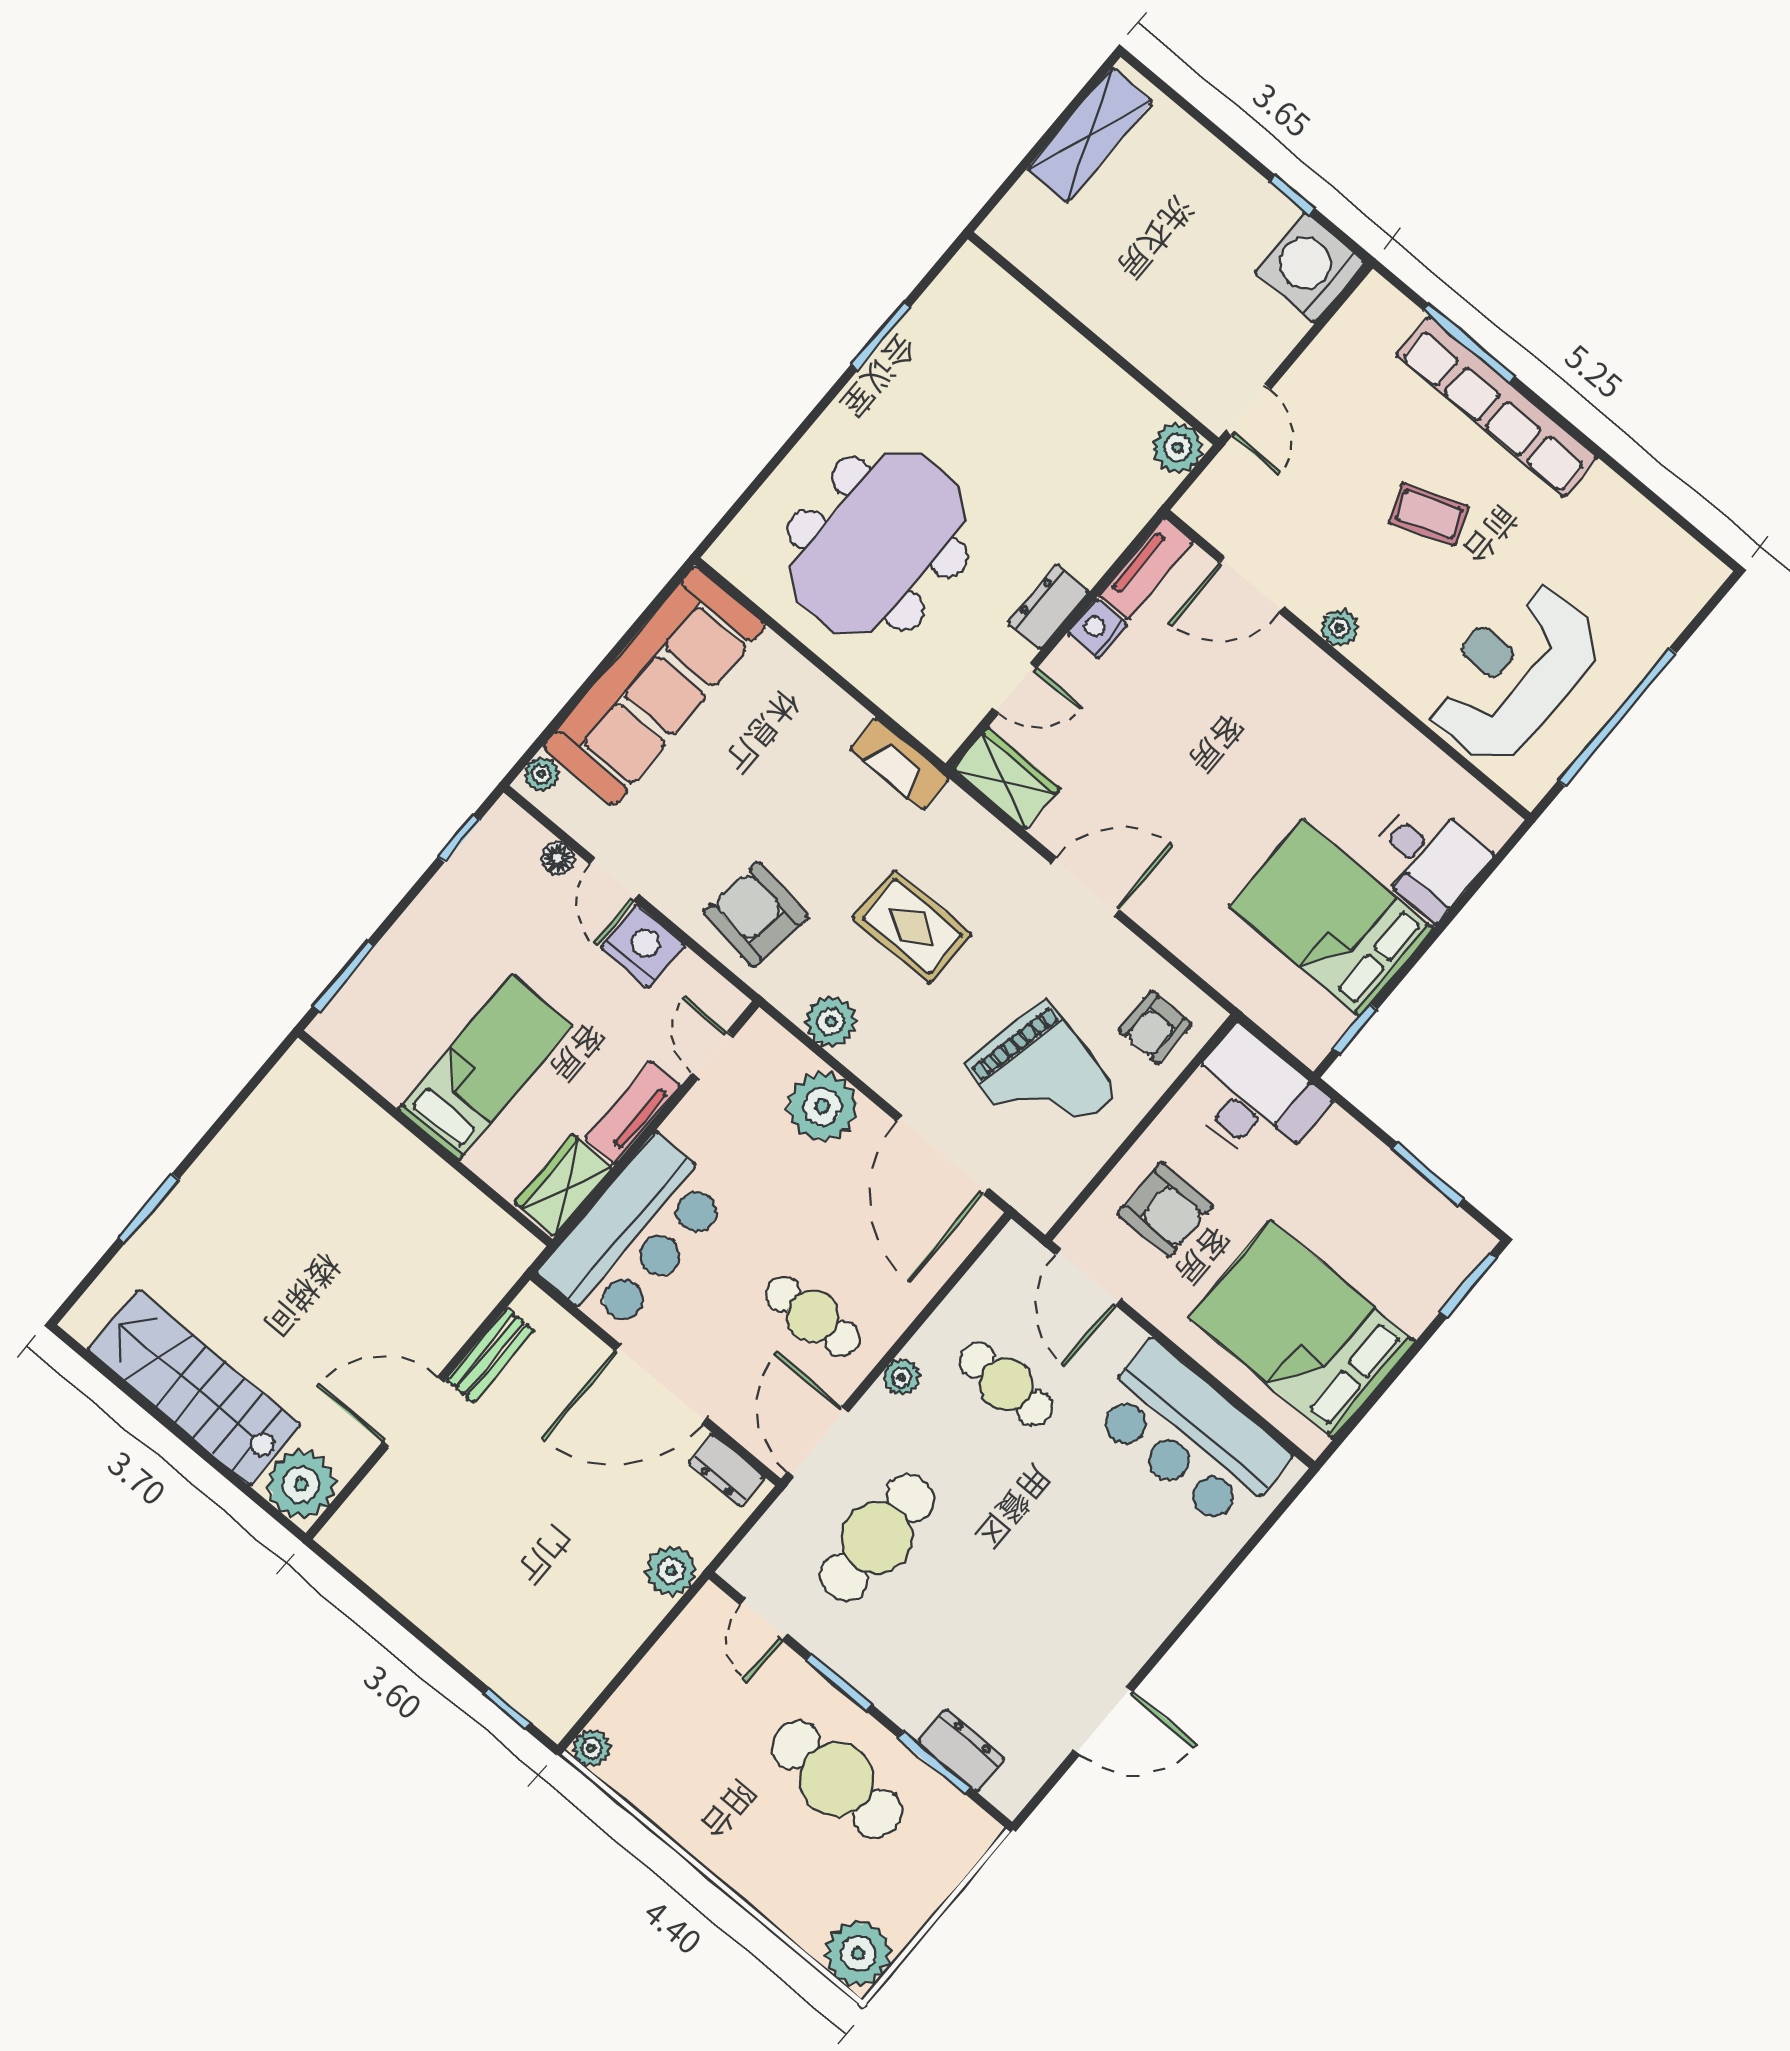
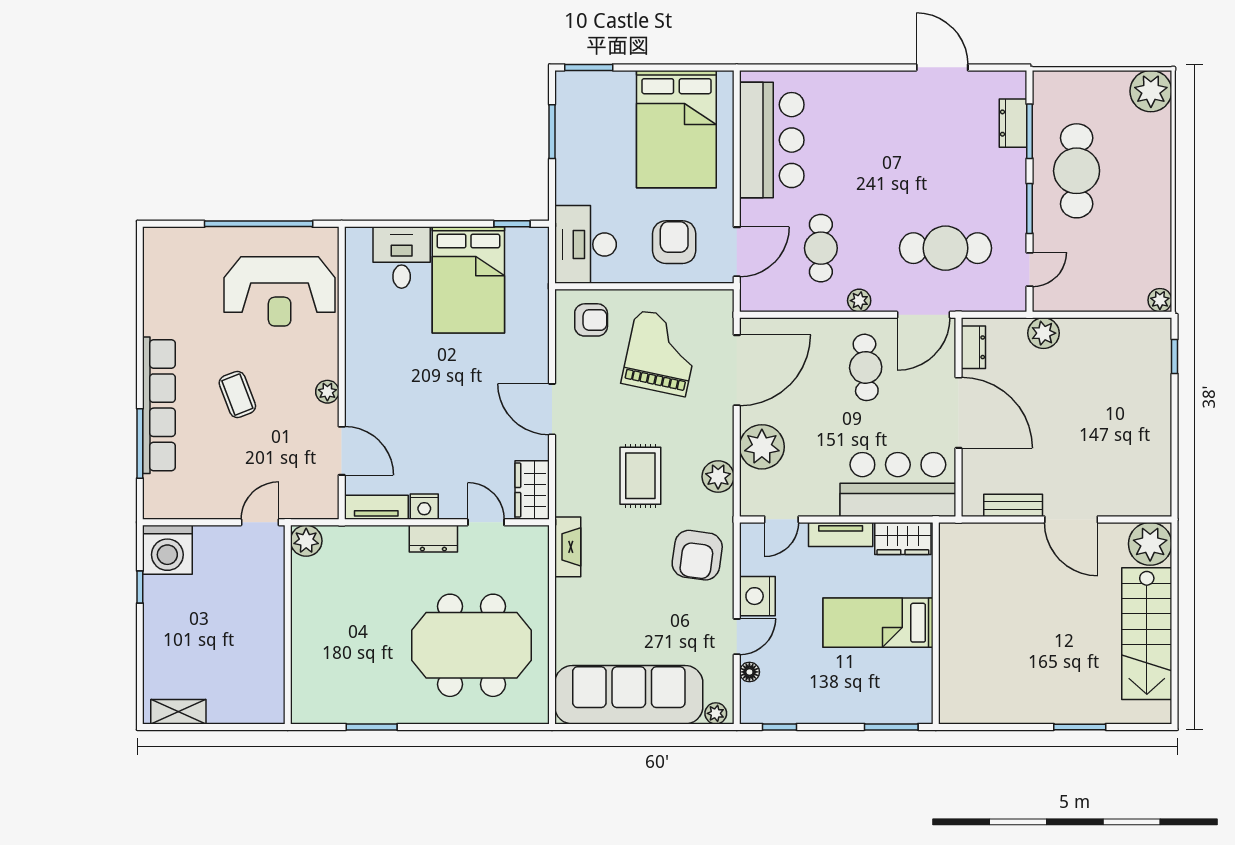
shelving: (1090, 135) -> (178, 712), width x0.67, depth x0.75

